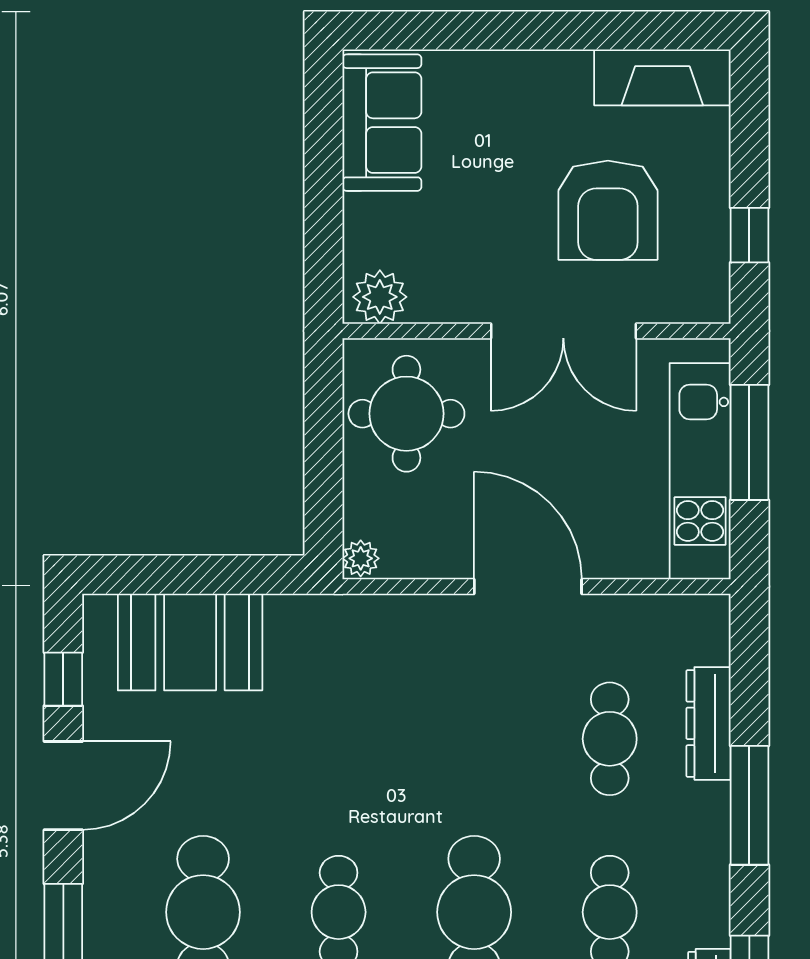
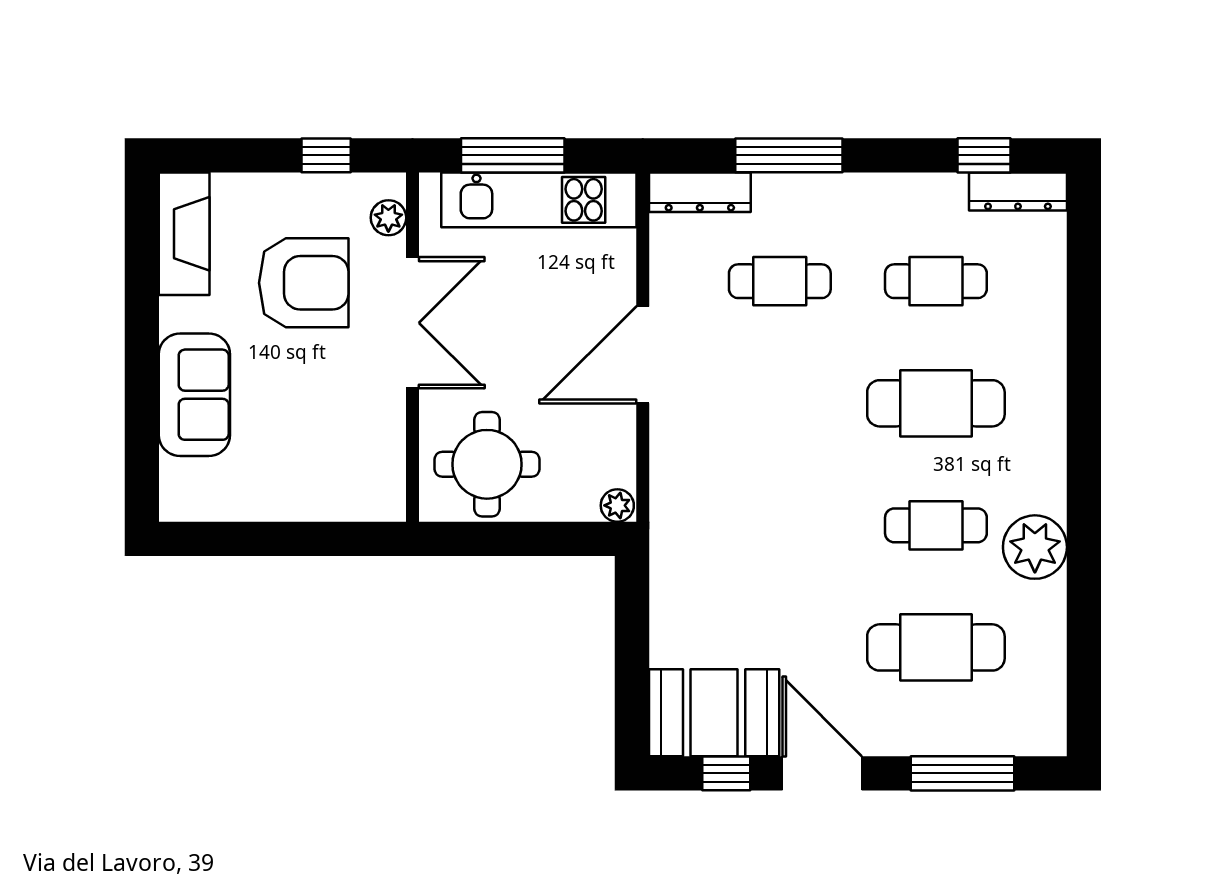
sofa: (382, 123) -> (194, 395), moved, turned 90
plant: (380, 297) -> (388, 218), moved, width x0.73, depth x0.73
booth: (190, 642) -> (714, 713), moved, turned 90
dresser: (708, 723) -> (700, 192), moved
window: (749, 805) -> (789, 155), moved

